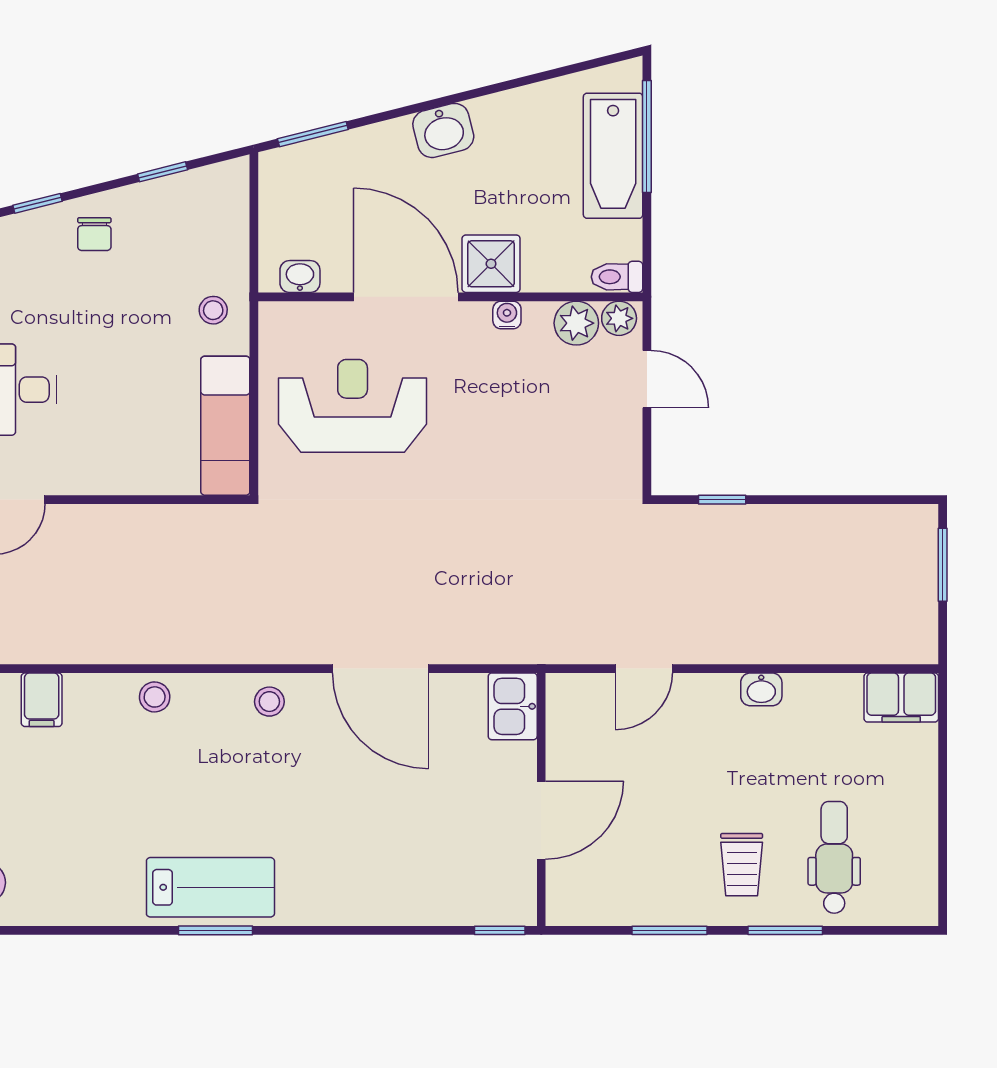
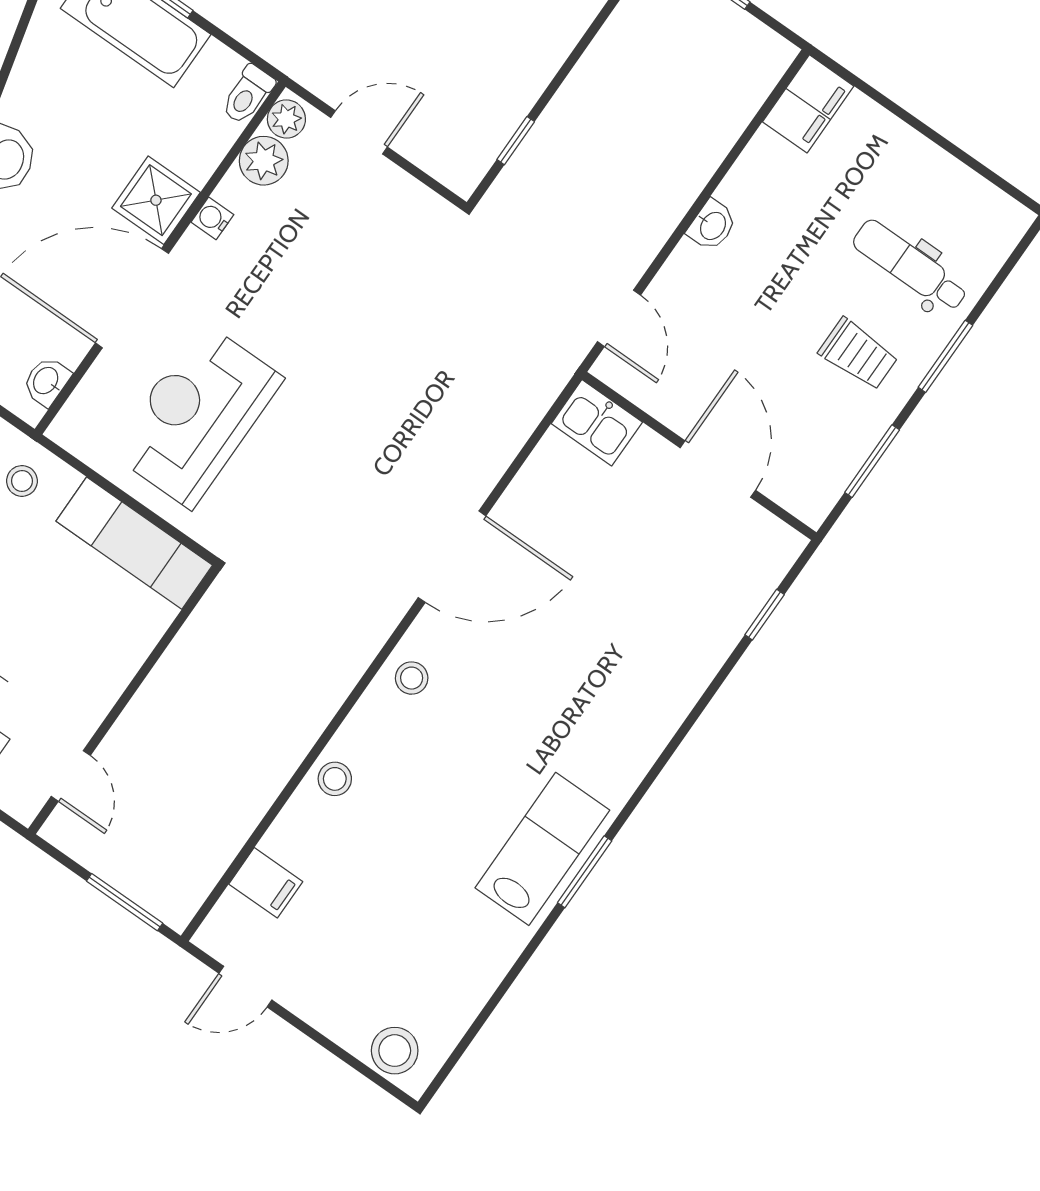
kitchen sink: (513, 706) -> (597, 423), moved
wall: (541, 800) -> (699, 456), moved
door: (541, 820) -> (718, 469), moved

